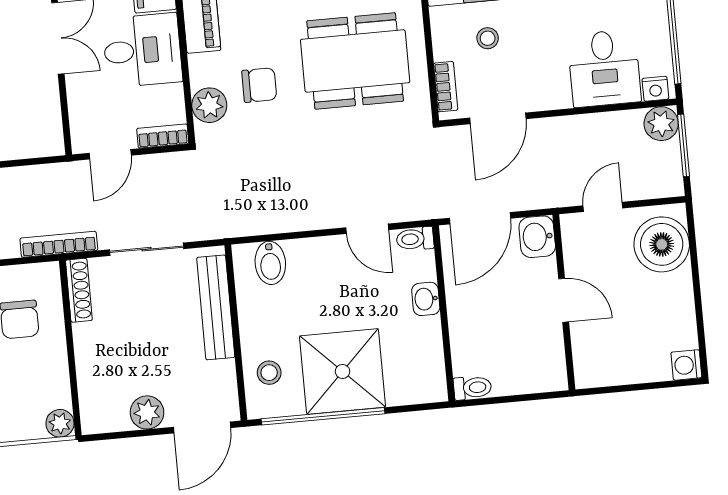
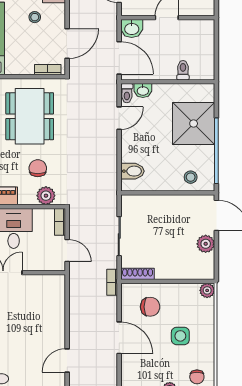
stool: (488, 38) -> (35, 17), moved
door: (498, 118) -> (67, 44), hinge flipped
bookcase: (59, 244) -> (112, 282), width x0.64
washbasin: (426, 299) -> (143, 91), moved
bench: (216, 307) -> (153, 202), removed
shower: (343, 371) -> (194, 124), moved
toilet: (472, 388) -> (183, 70), moved

